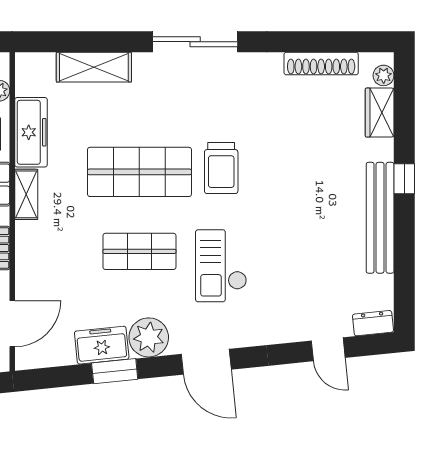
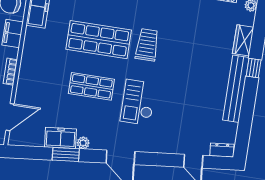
wardrobe: (380, 113) -> (243, 40), moved
trolley: (221, 168) -> (147, 45), turned 180
shelving: (26, 194) -> (30, 42), removed
plant: (149, 337) -> (83, 143), width x0.53, depth x0.53

